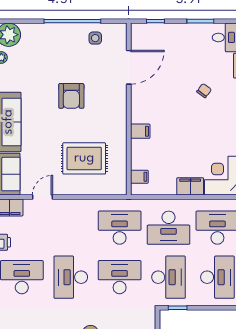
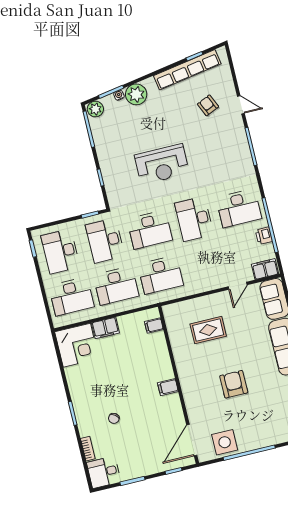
side table: (95, 38) -> (225, 442), width x1.87, depth x1.87
door: (129, 67) -> (192, 440), moved
filing cabinet: (140, 131) -> (168, 387), moved
rug: (84, 158) -> (208, 330), width x0.73, depth x0.70
desk: (169, 228) -> (116, 286), turned 180
desk: (71, 277) -> (194, 219), turned 180

